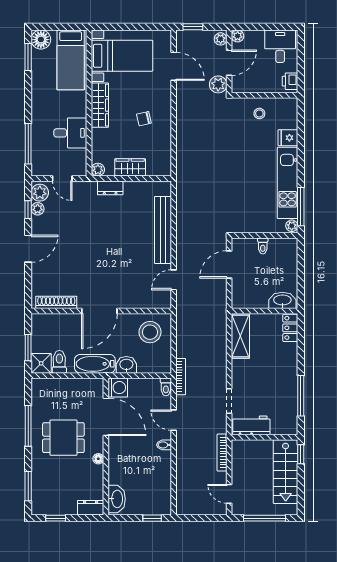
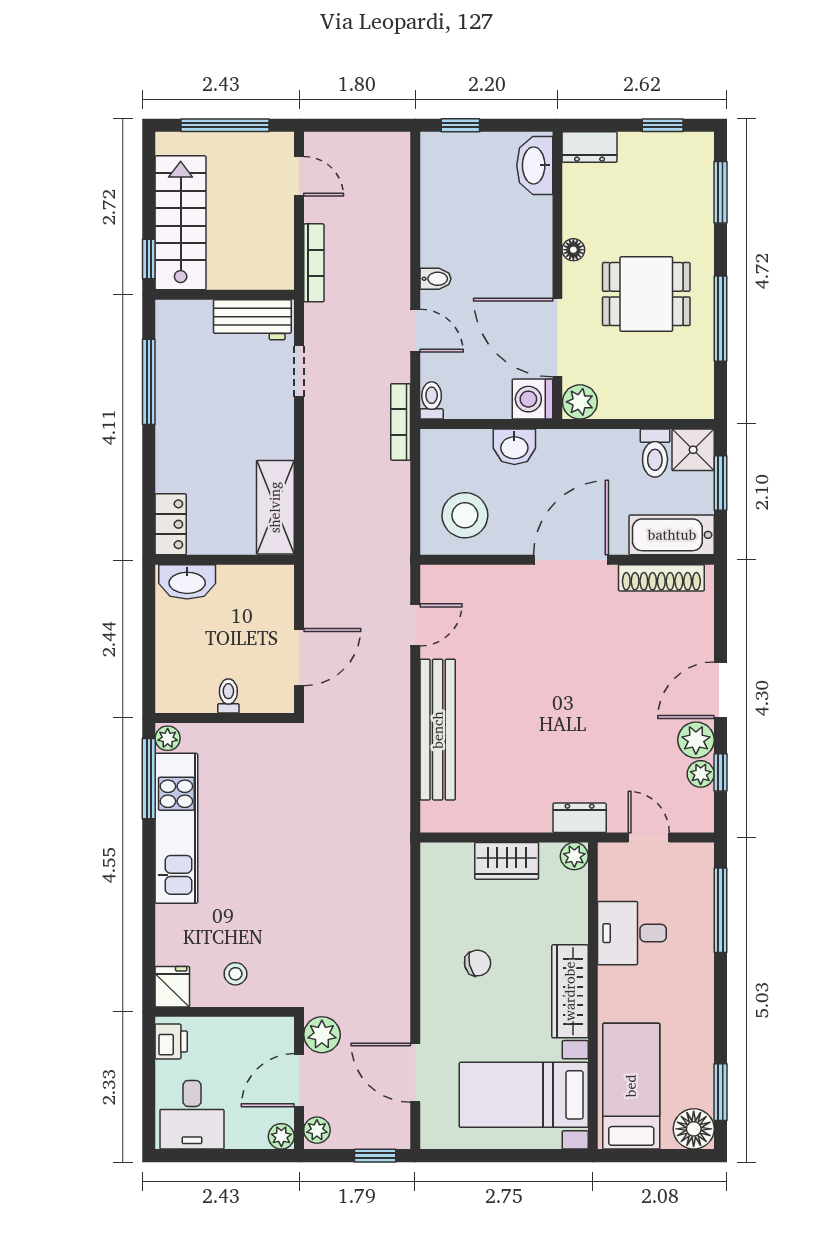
fridge: (288, 138) -> (172, 987), moved, turned -90
dresser: (110, 188) -> (580, 818), moved
plant: (40, 193) -> (696, 740), moved
bathtub: (95, 364) -> (672, 535), moved, turned 180
plant: (95, 386) -> (580, 402), added

